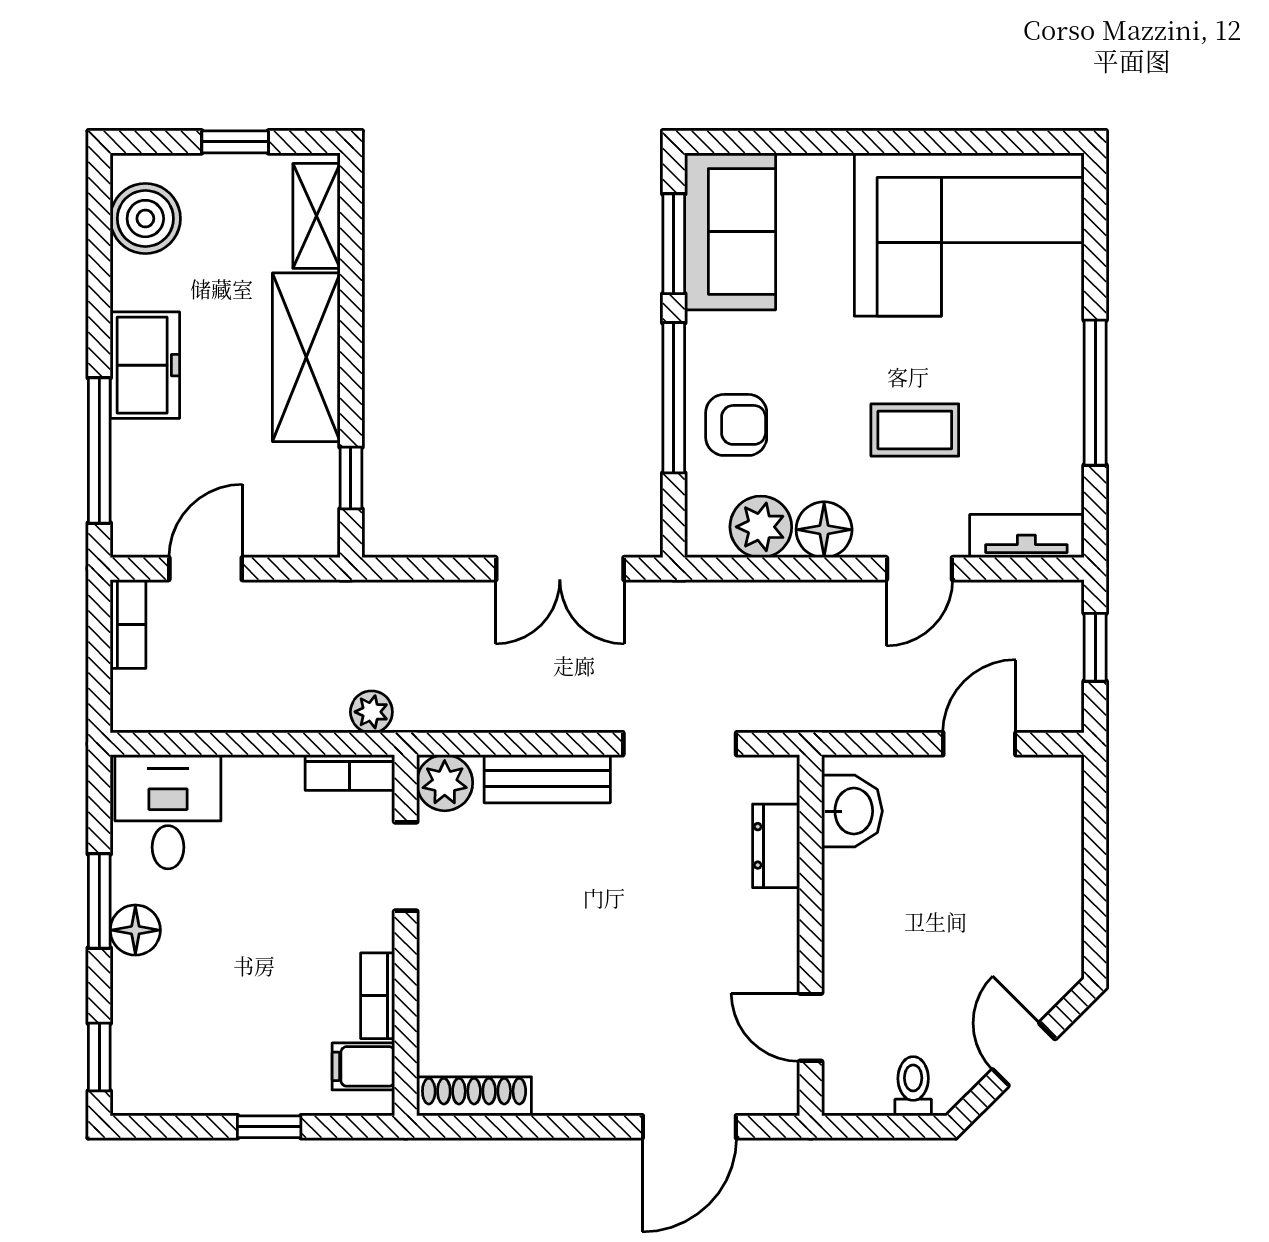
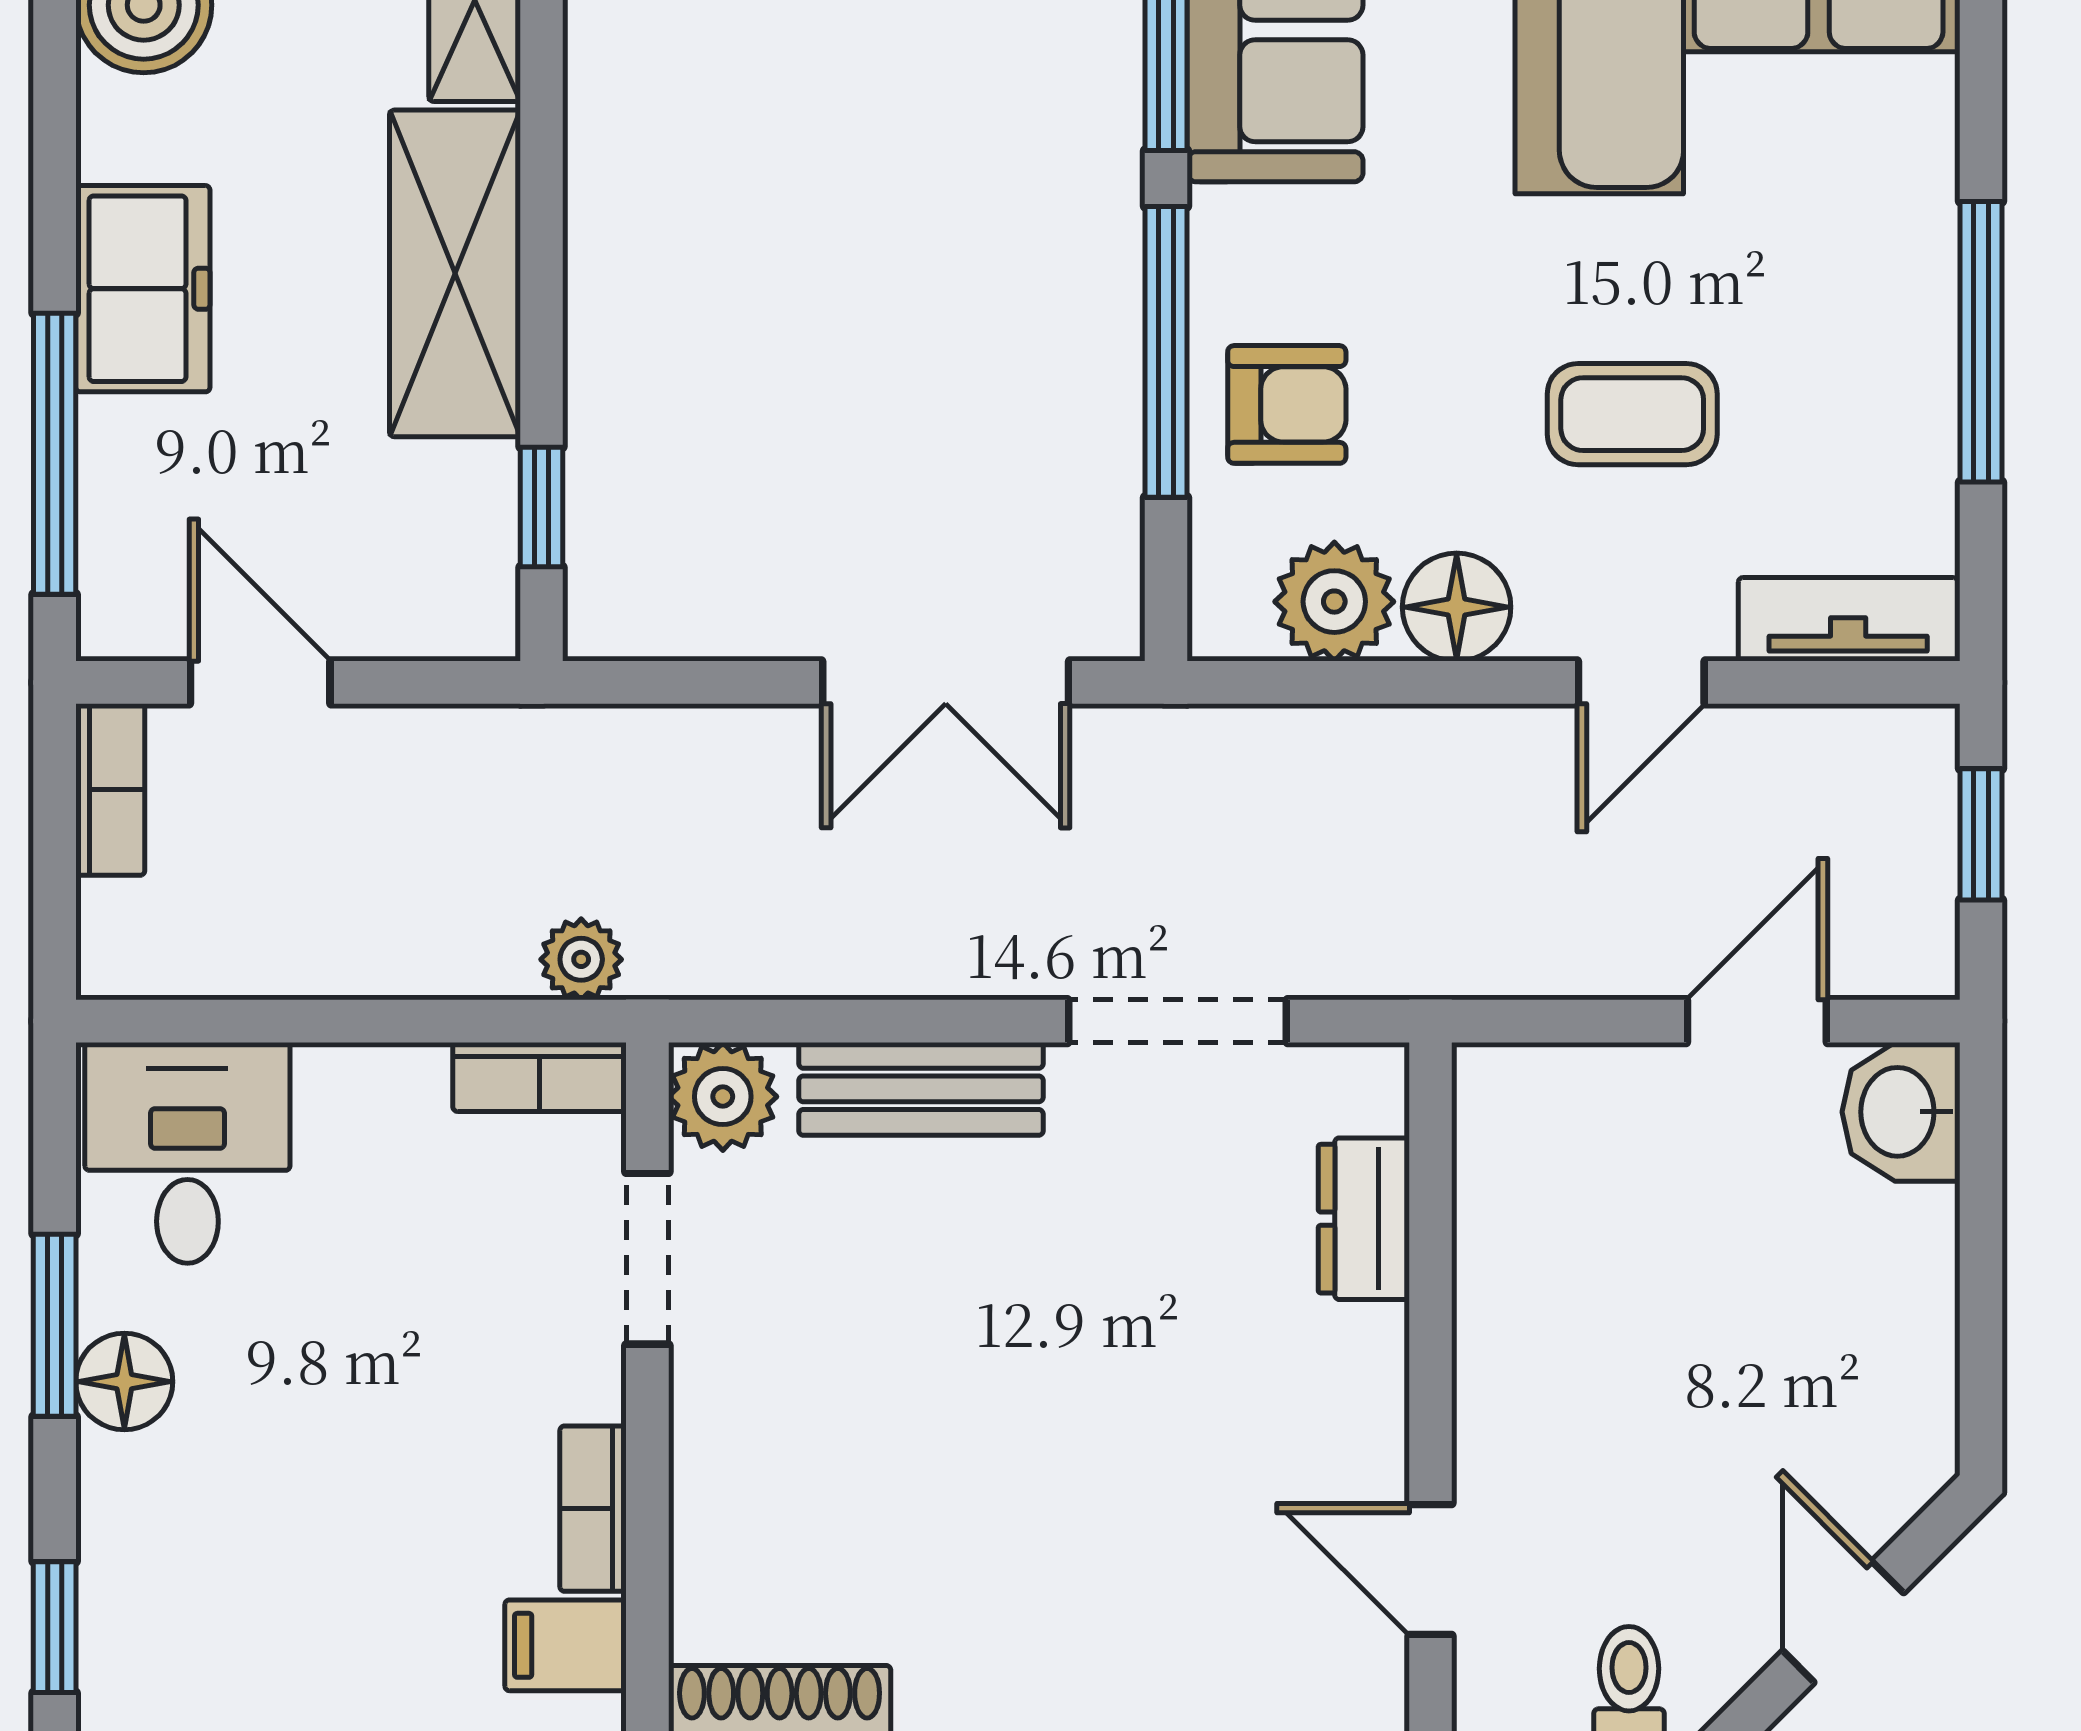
door: (206, 569) -> (260, 682), hinge flipped
washbasin: (852, 811) -> (1901, 1112), moved, turned 180

